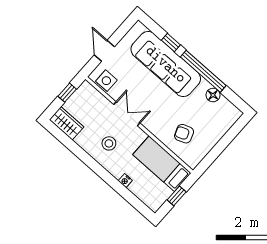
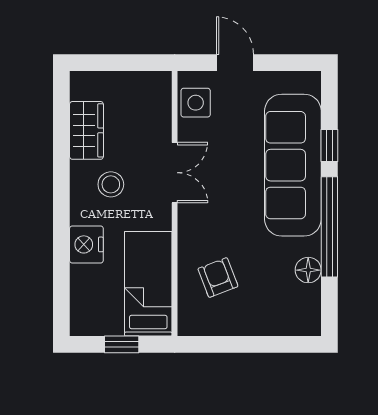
door: (104, 51) -> (235, 63), hinge flipped
window: (67, 93) -> (130, 63), removed
wardrobe: (67, 123) -> (86, 130), moved
nightstand: (125, 181) -> (86, 244), width x1.89, depth x1.79

